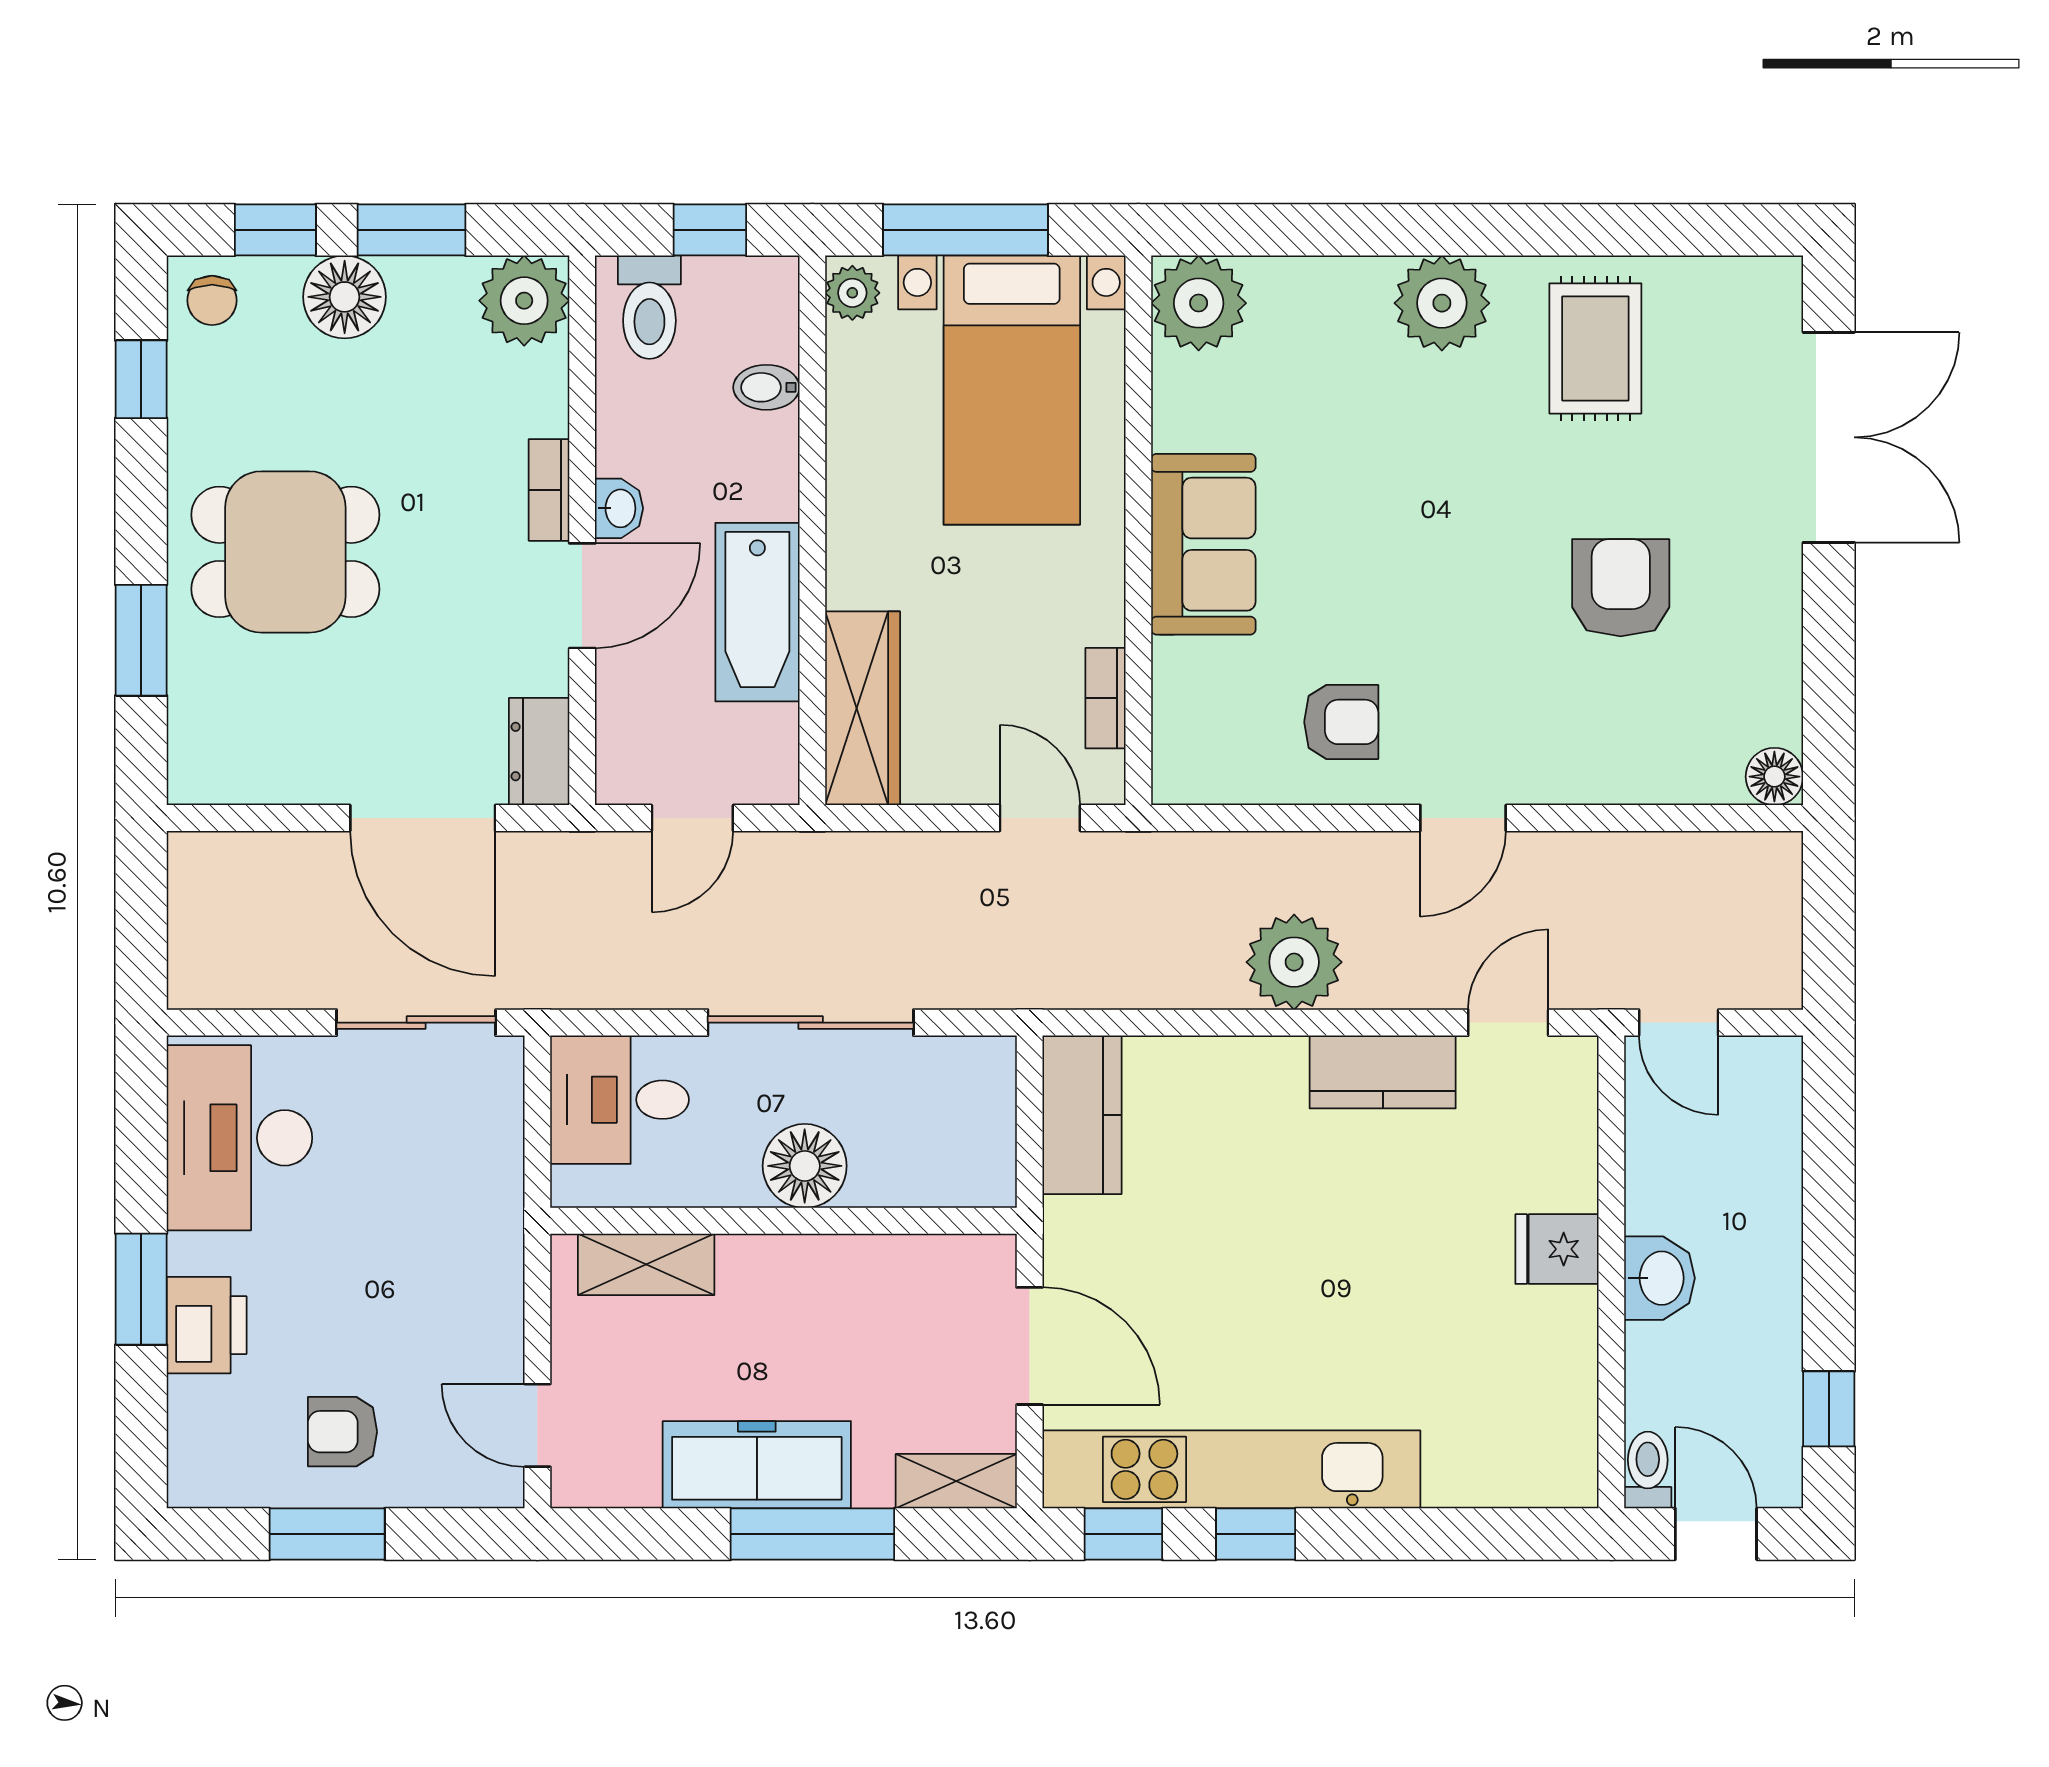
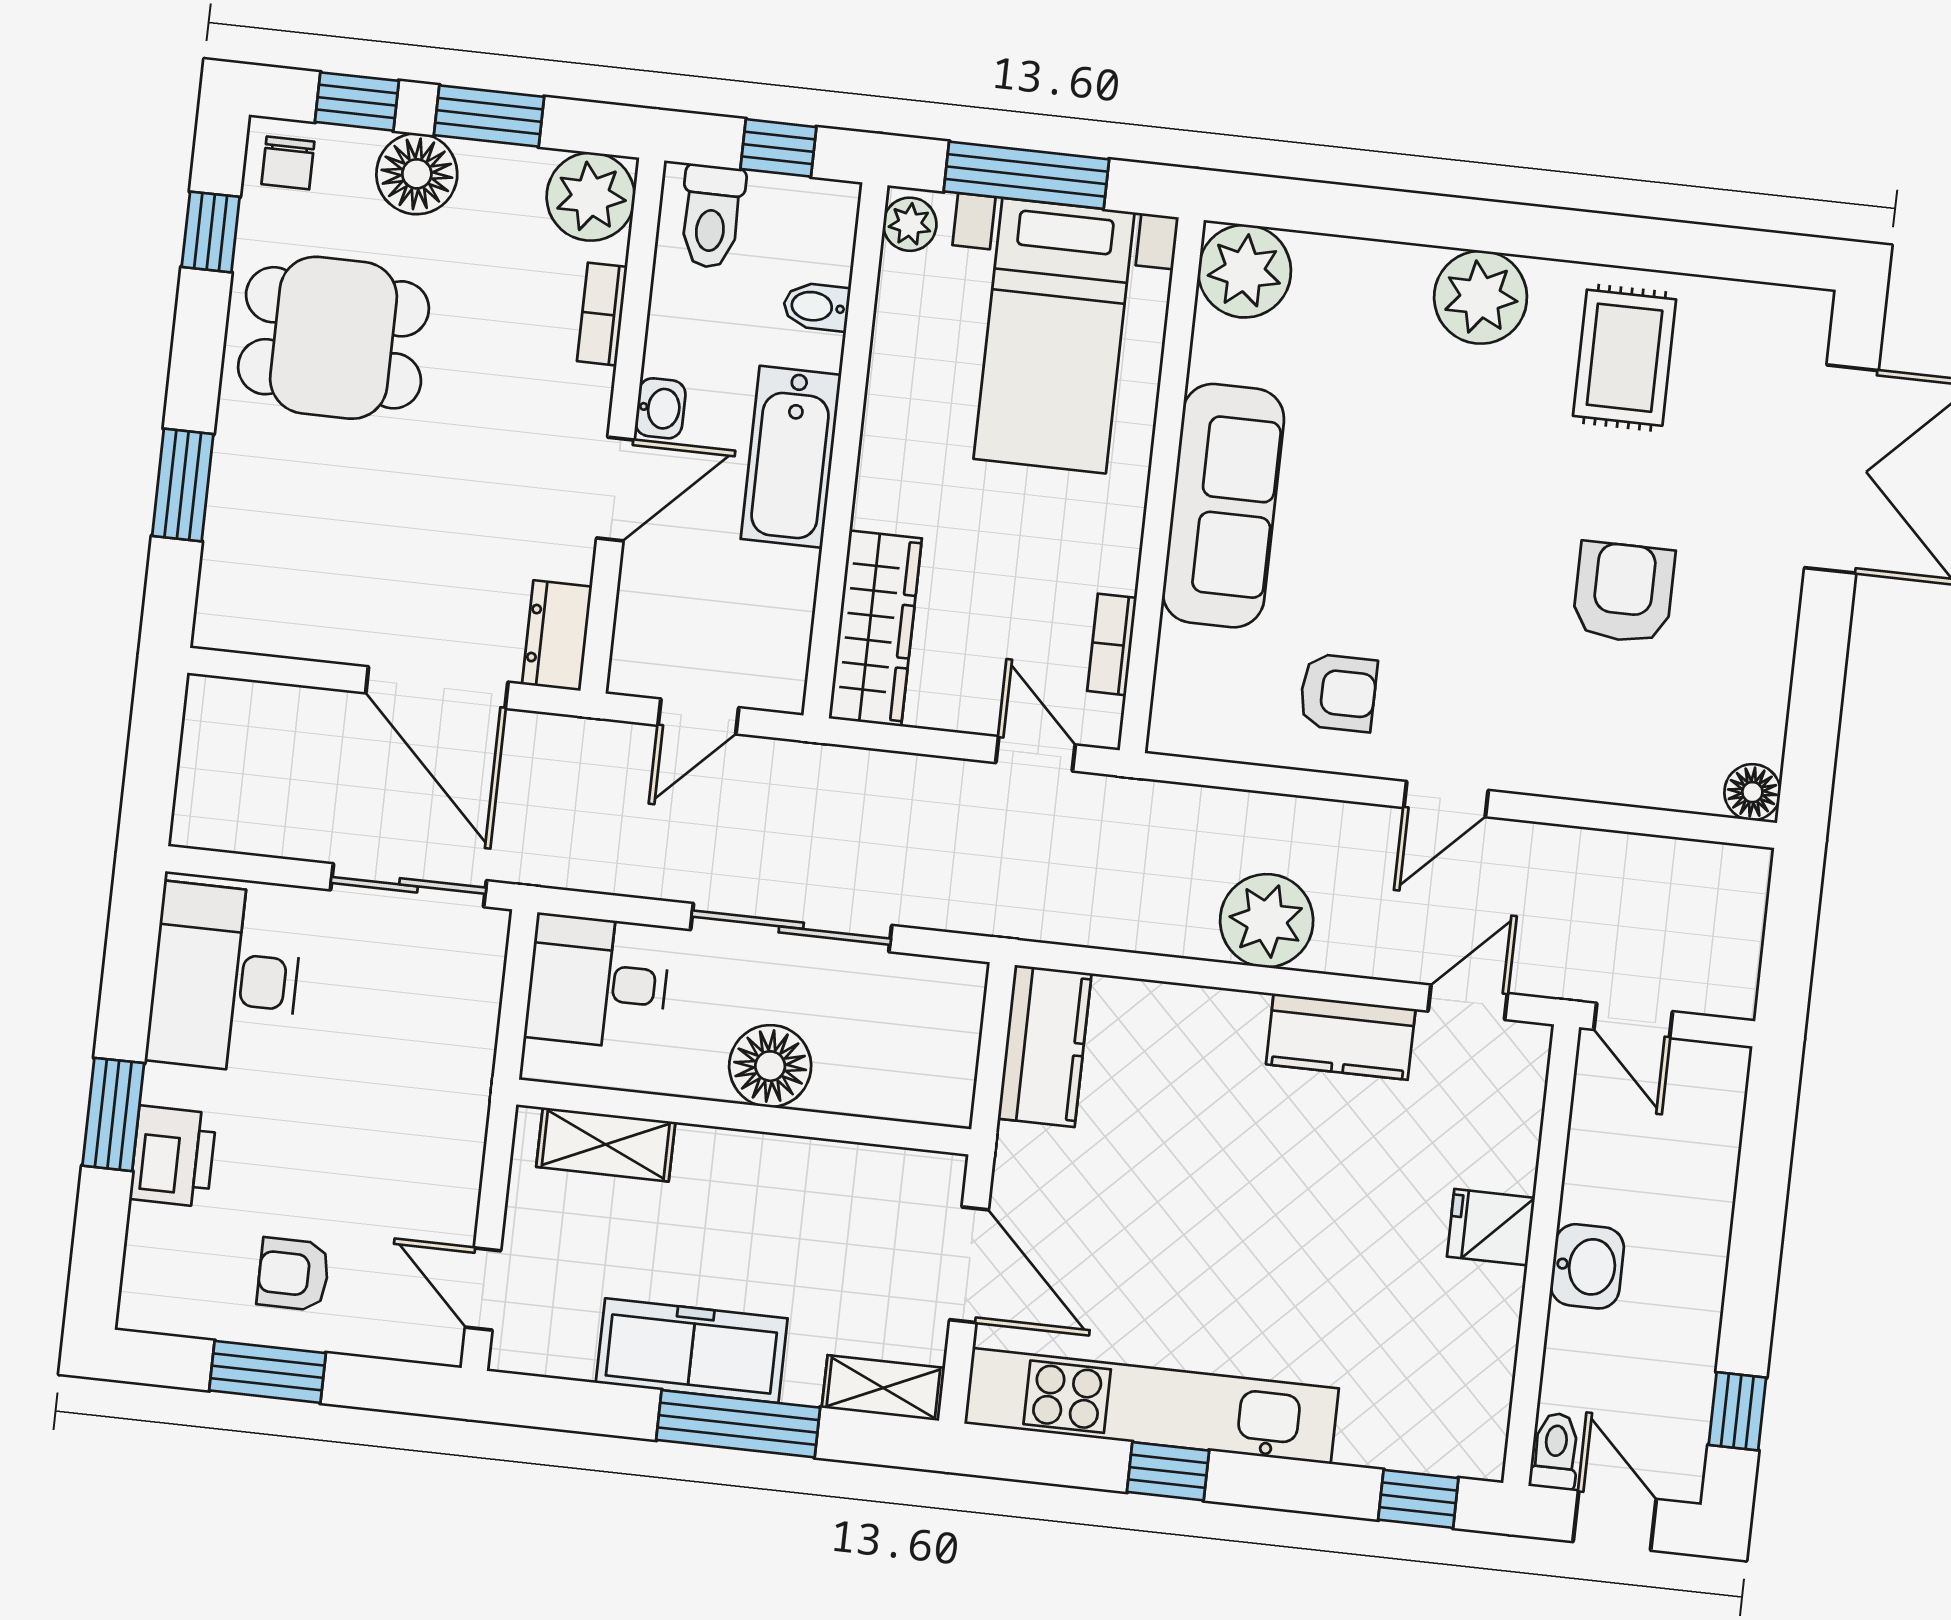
bookcase: (549, 490) -> (602, 314), moved
sofa: (1203, 544) -> (1223, 506), width x1.36
dining table: (285, 552) -> (334, 338), moved
bathtub: (757, 612) -> (791, 457), moved
window: (1123, 1534) -> (1418, 1499), moved

